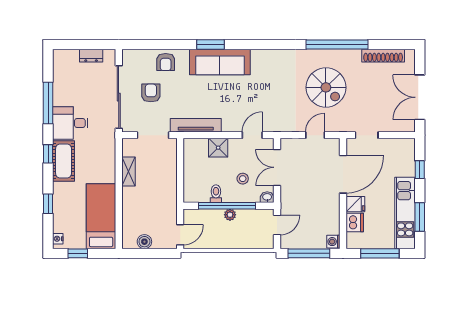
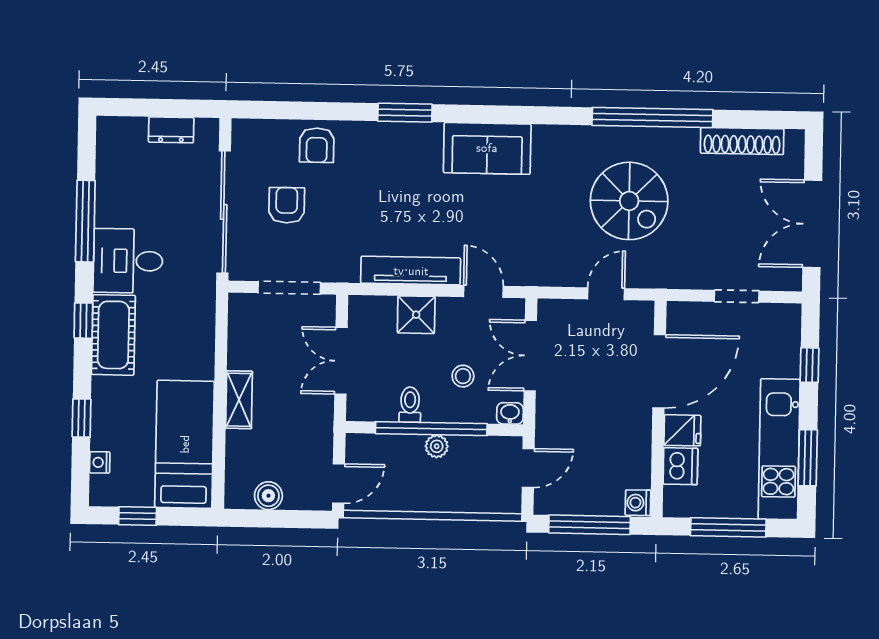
sofa: (220, 62) -> (487, 148), moved, width x0.73
tv unit: (196, 125) -> (411, 271), moved
door: (252, 135) -> (483, 291), hinge flipped
doorway: (367, 135) -> (737, 296), moved
shelving: (128, 171) -> (239, 400), moved
double door: (180, 172) -> (341, 361), added
nightstand: (58, 239) -> (100, 462), moved

